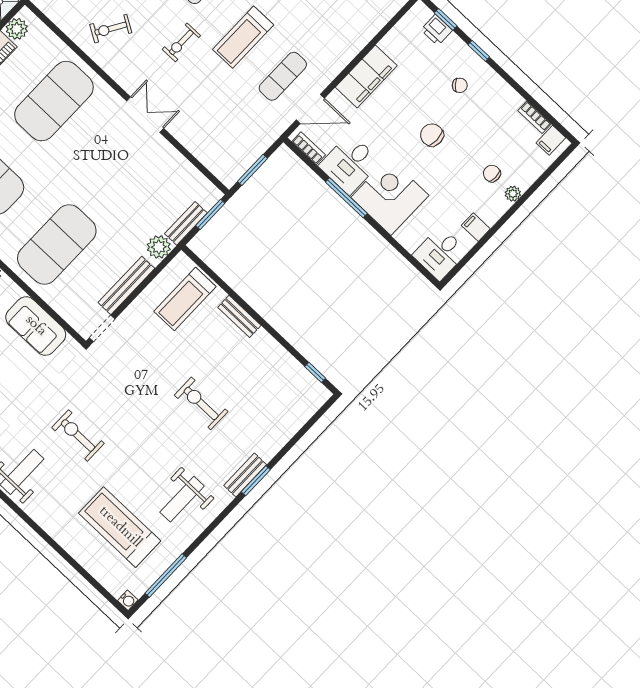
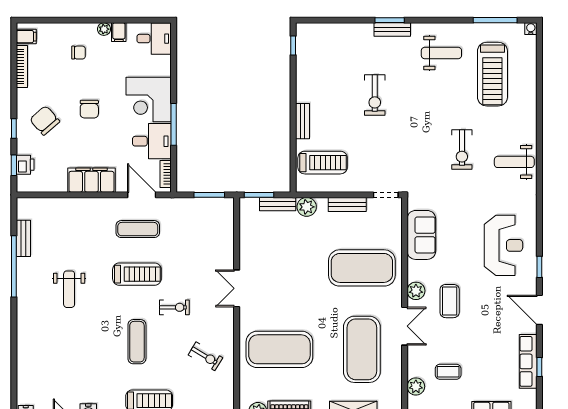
chair: (460, 85) -> (45, 120), width x1.87, depth x1.87
bookcase: (535, 117) -> (22, 67), width x1.56
chair: (492, 174) -> (78, 53), turned -90
plant: (513, 194) -> (104, 29), moved
bench: (126, 285) -> (347, 204), width x0.73

